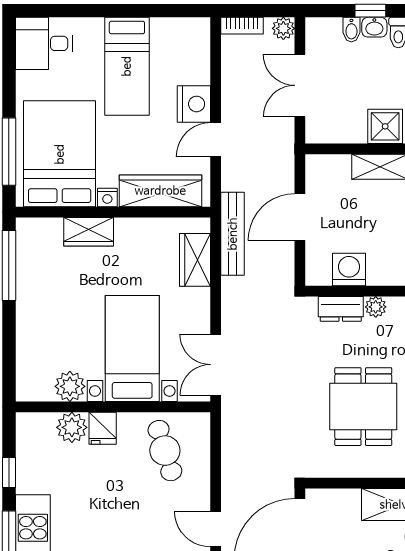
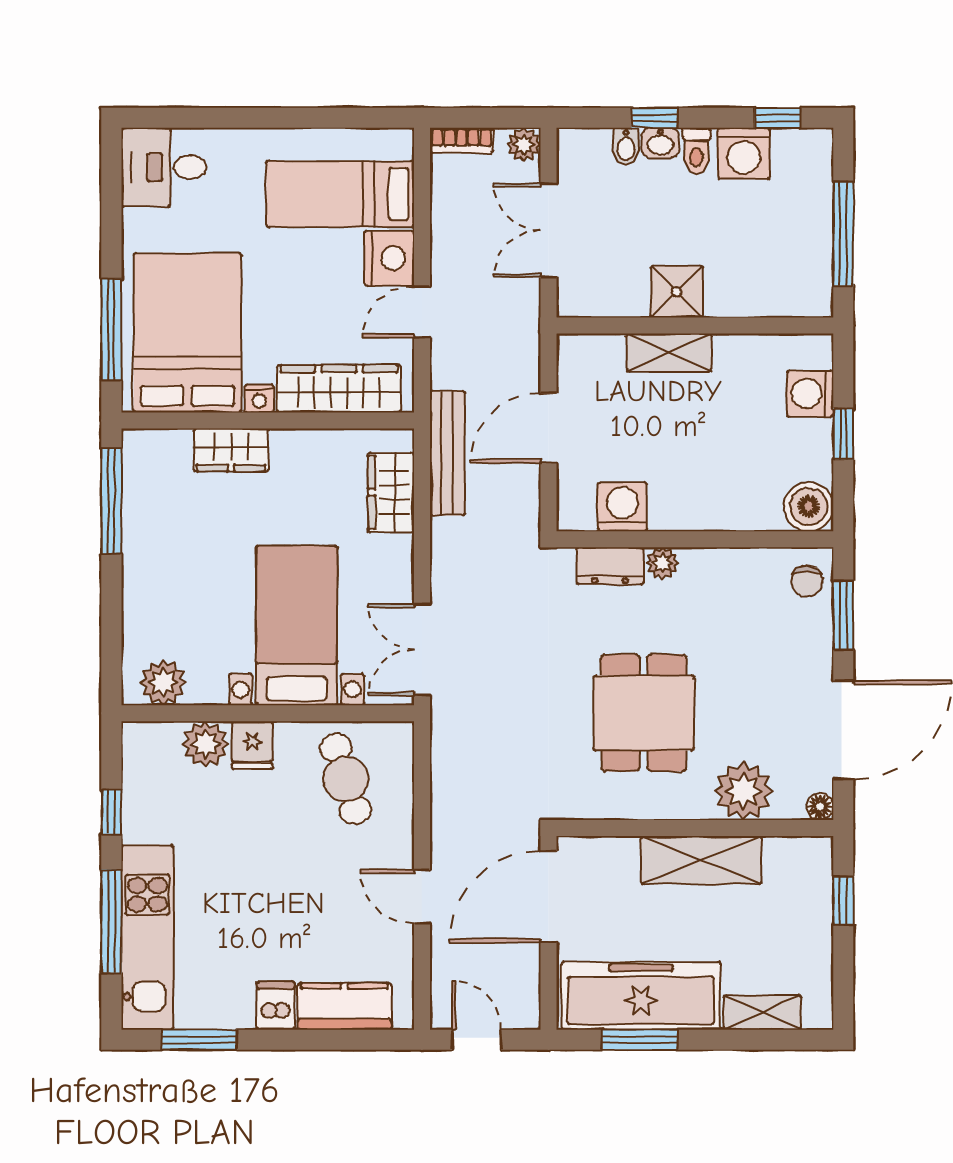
bed: (127, 66) -> (340, 194), moved, turned 90
plant: (70, 386) -> (163, 682), moved

